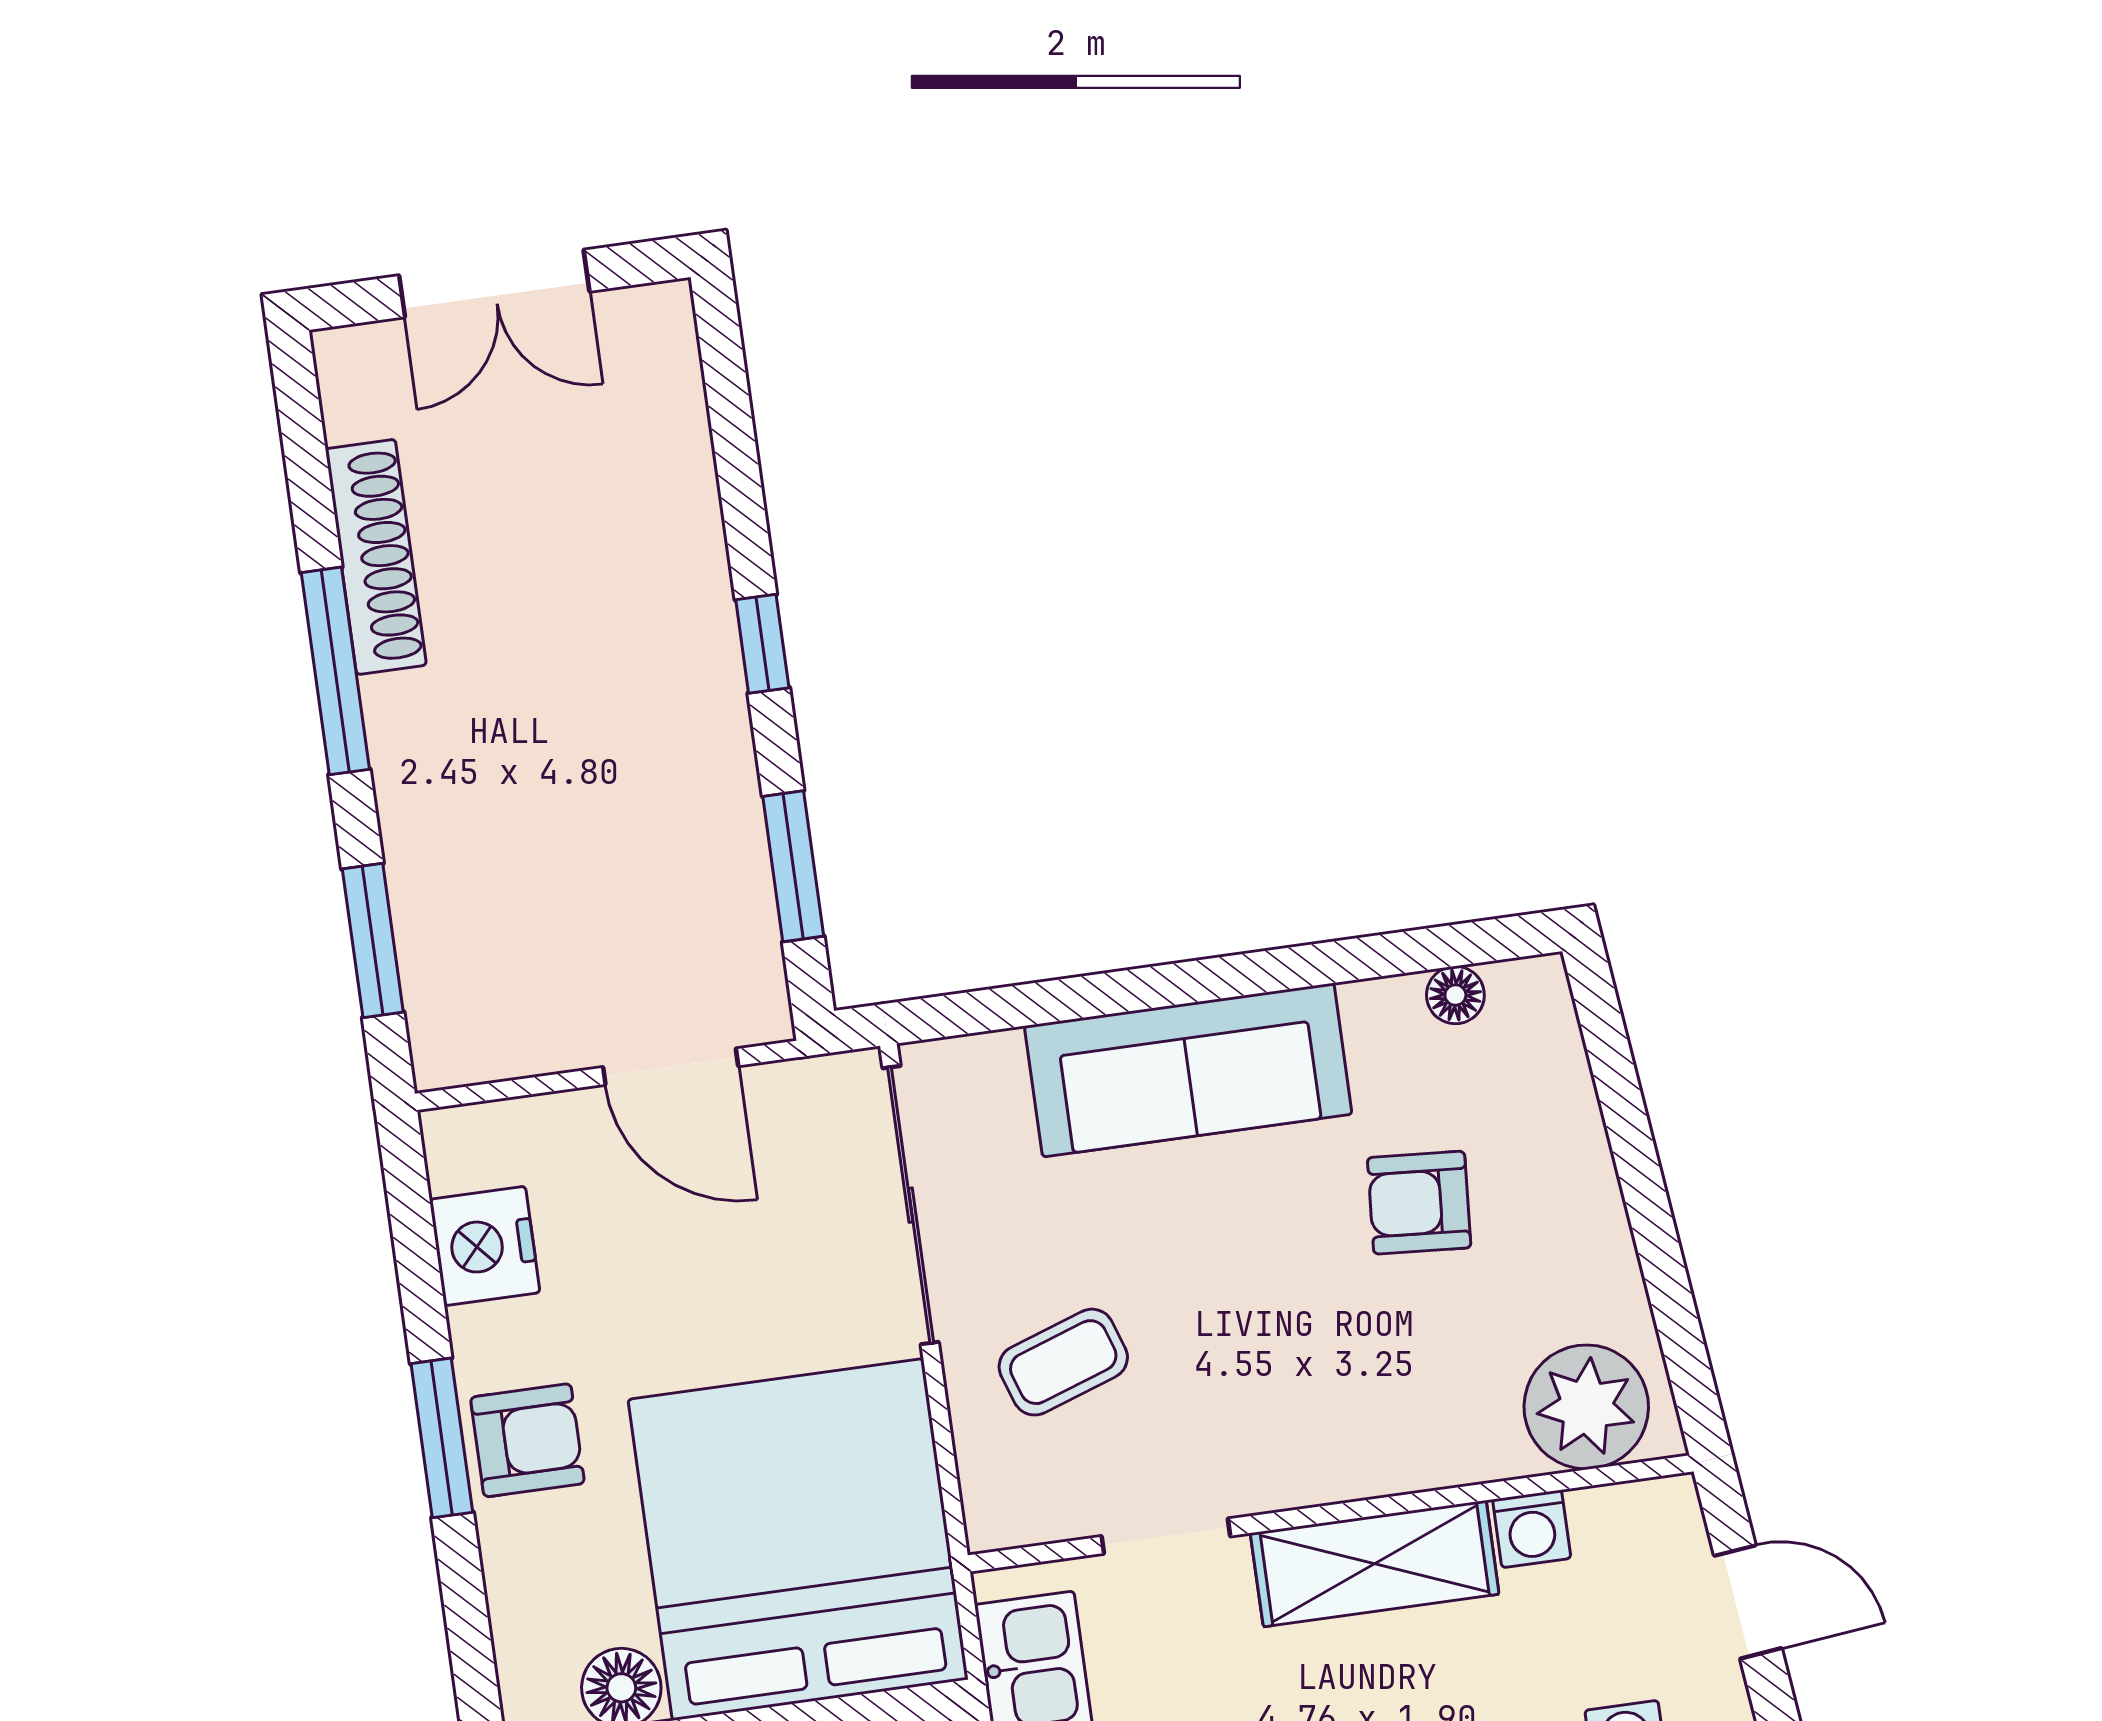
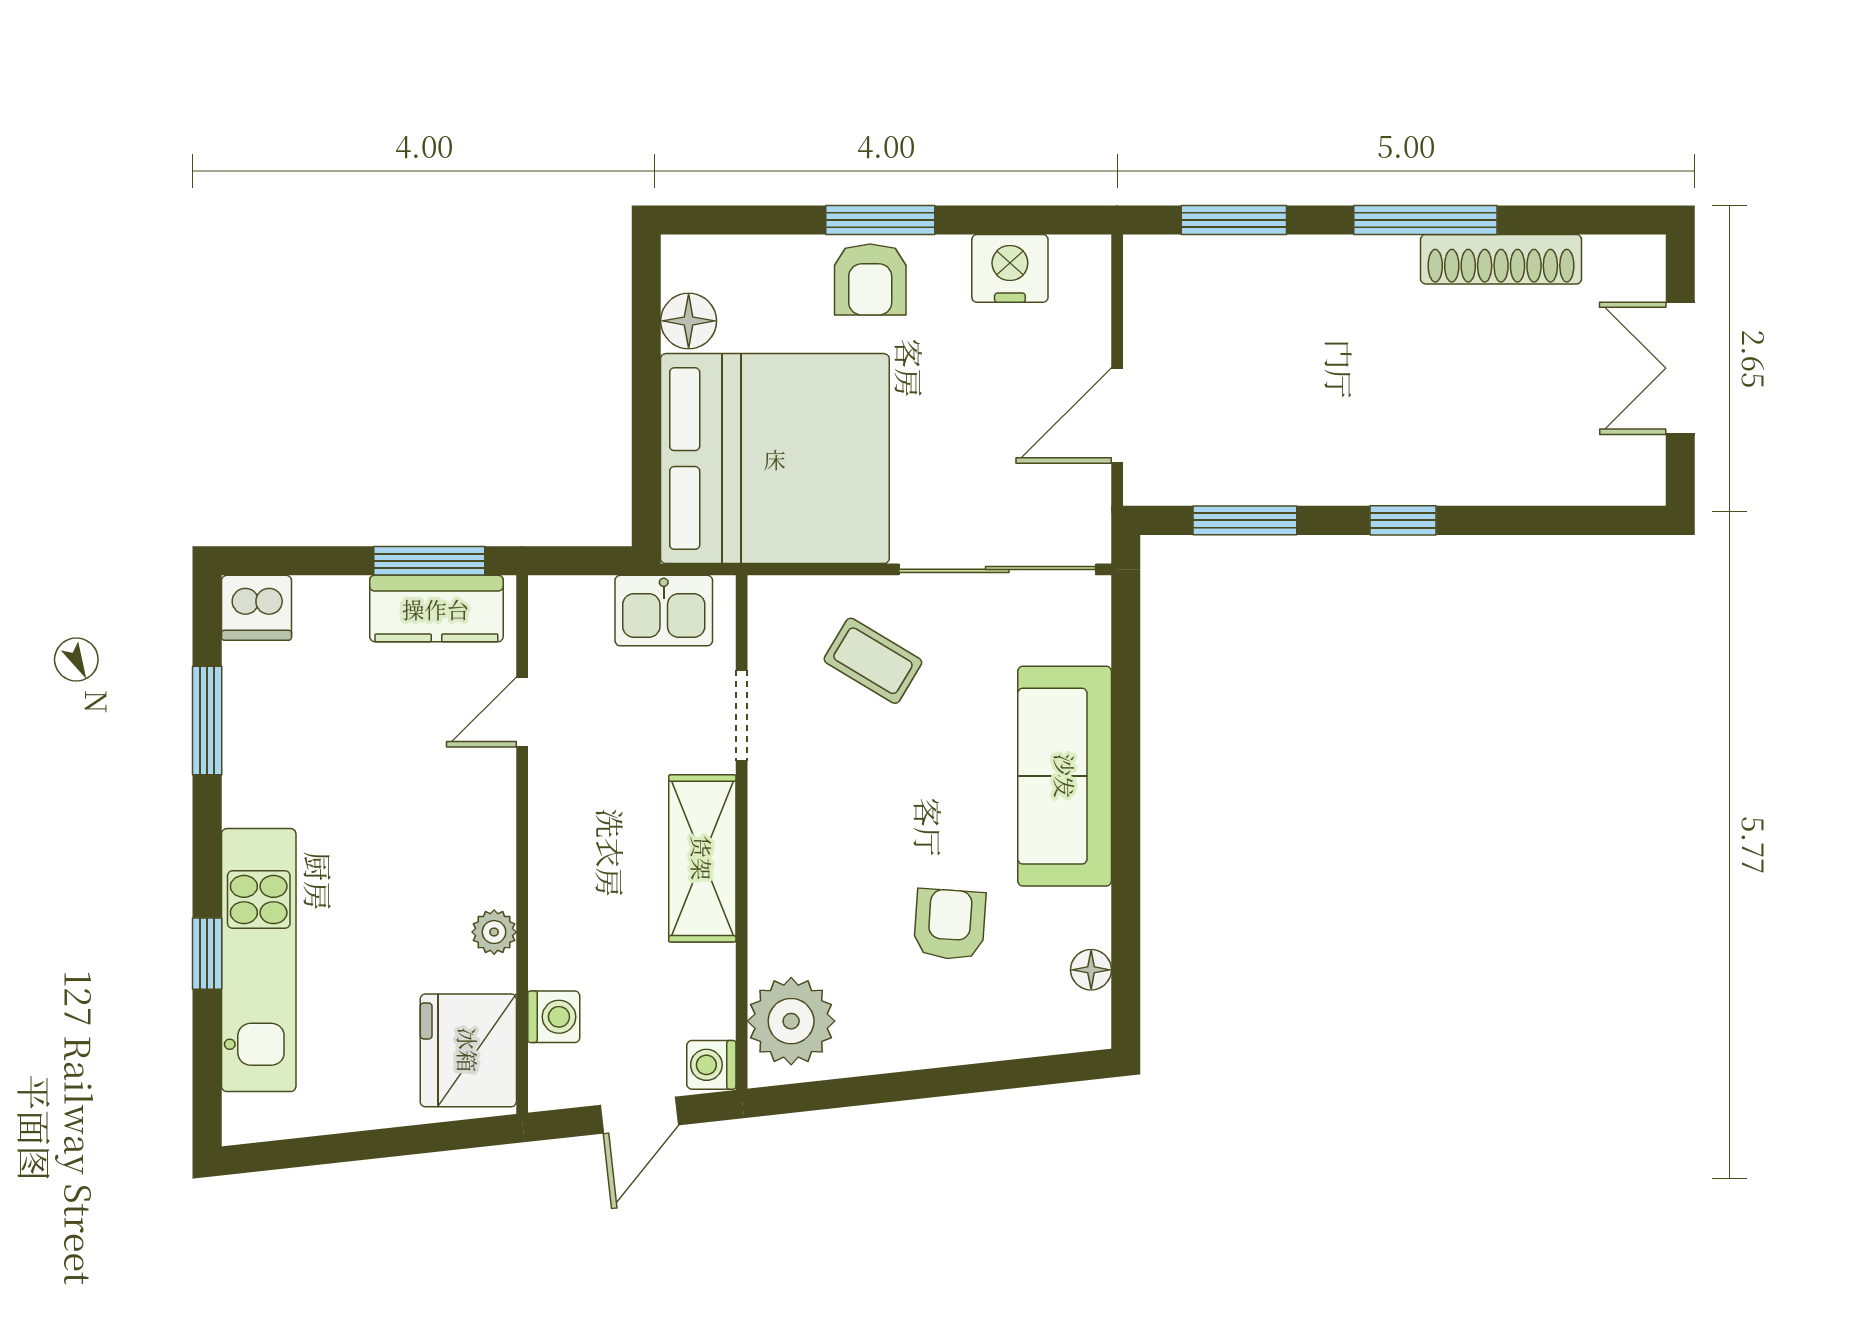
coffee table: (1063, 1362) -> (873, 661), turned -40
washing machine: (1532, 1529) -> (711, 1065), moved

